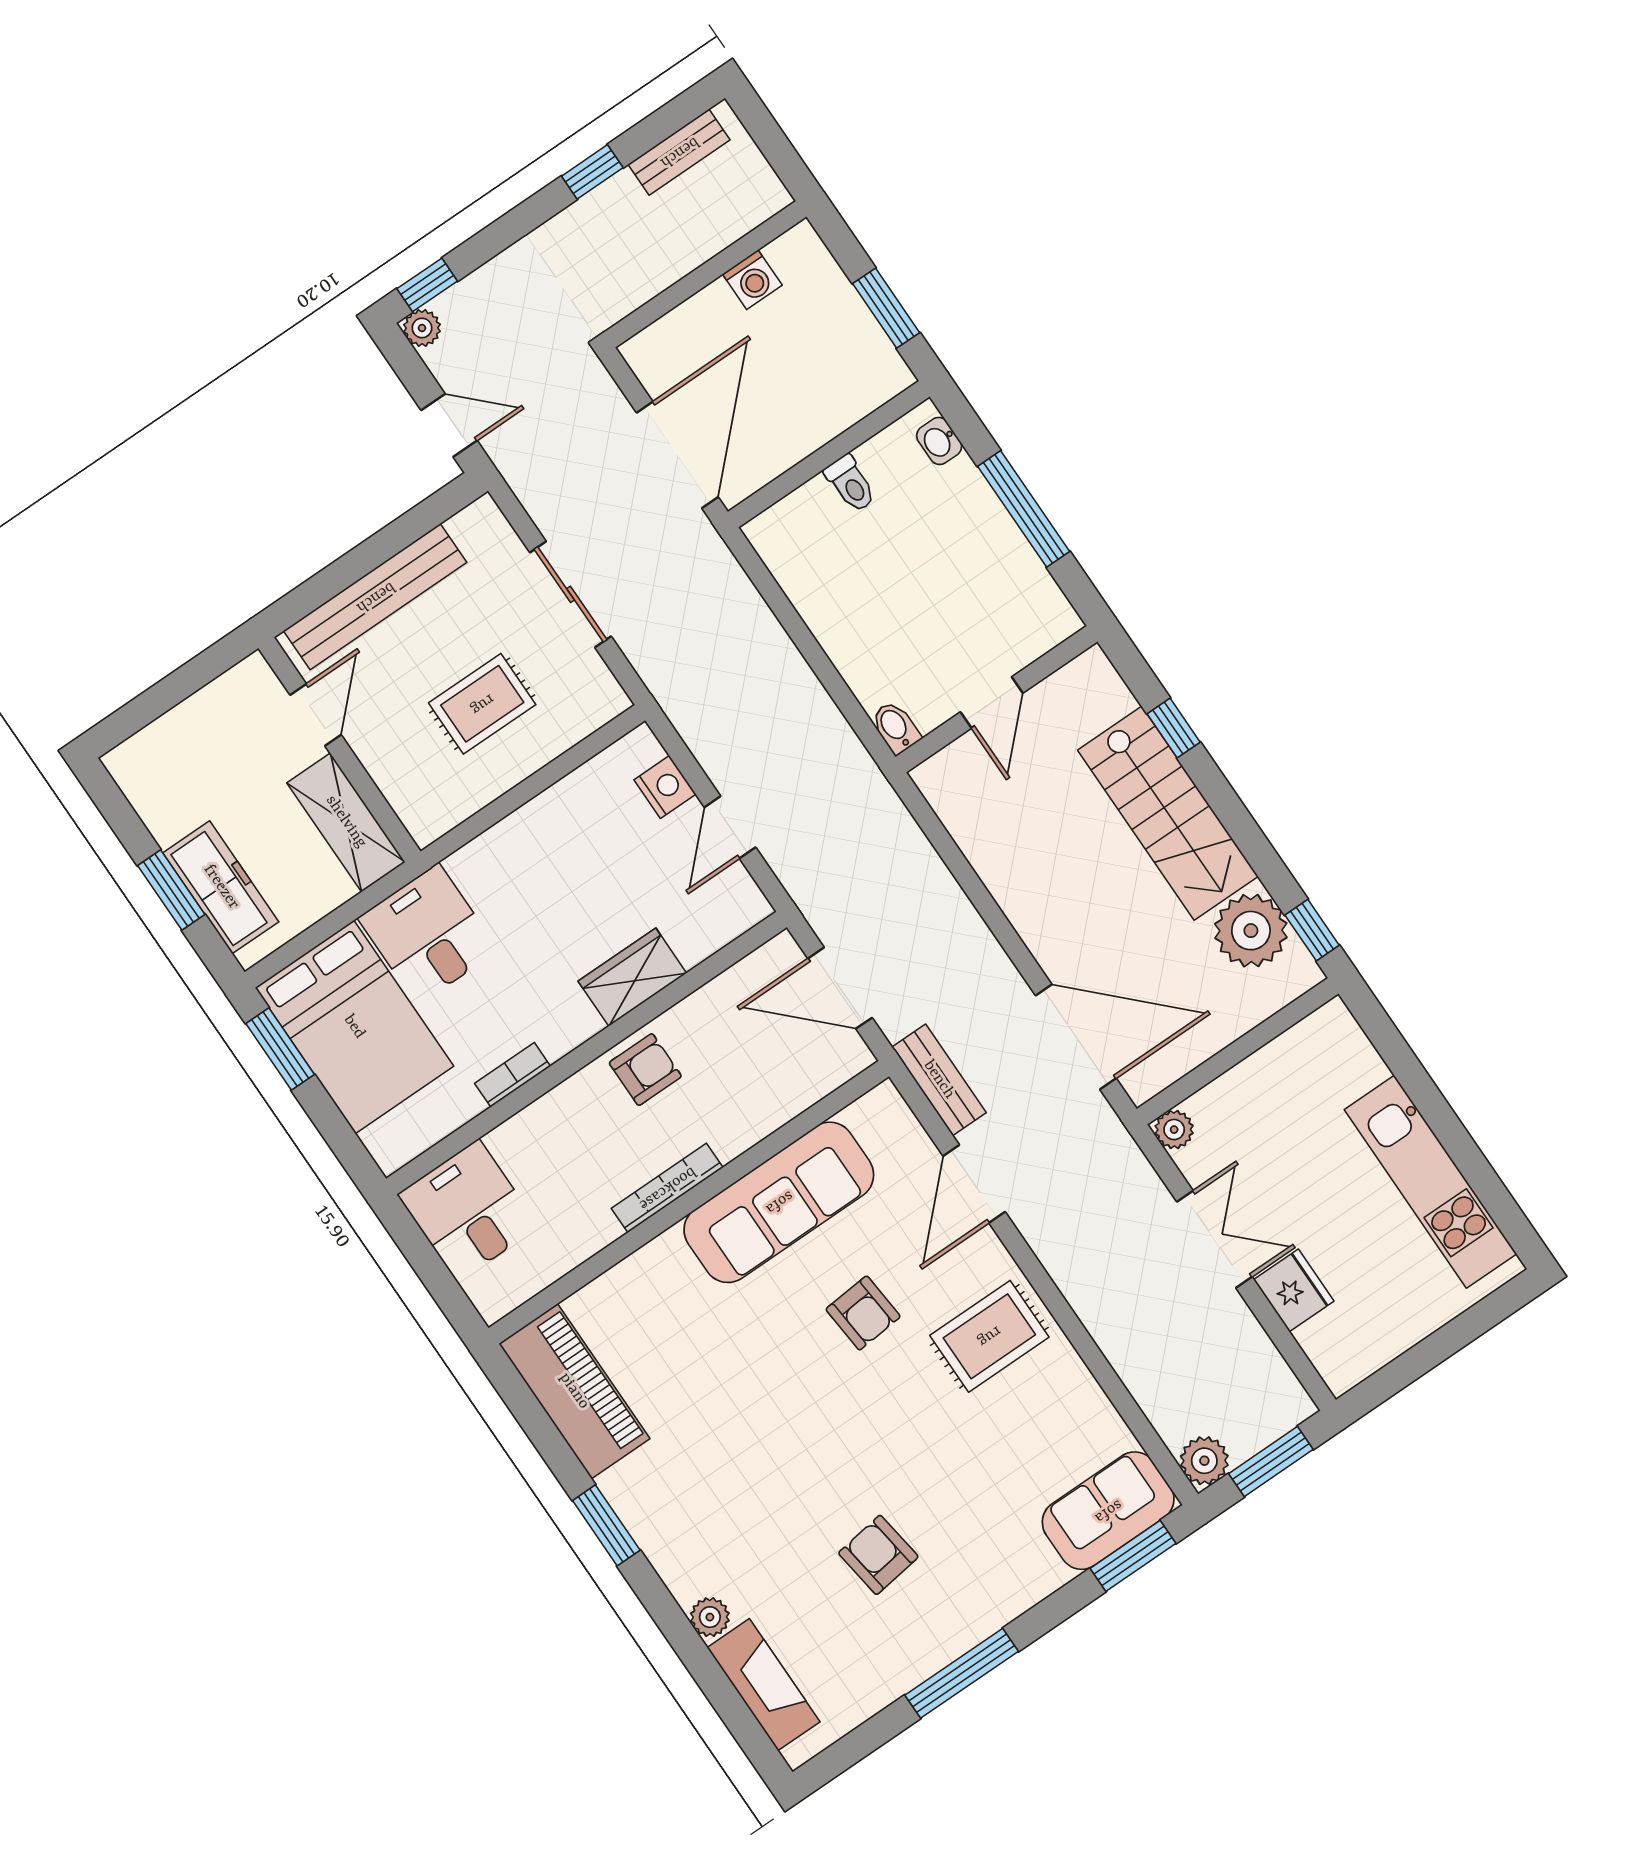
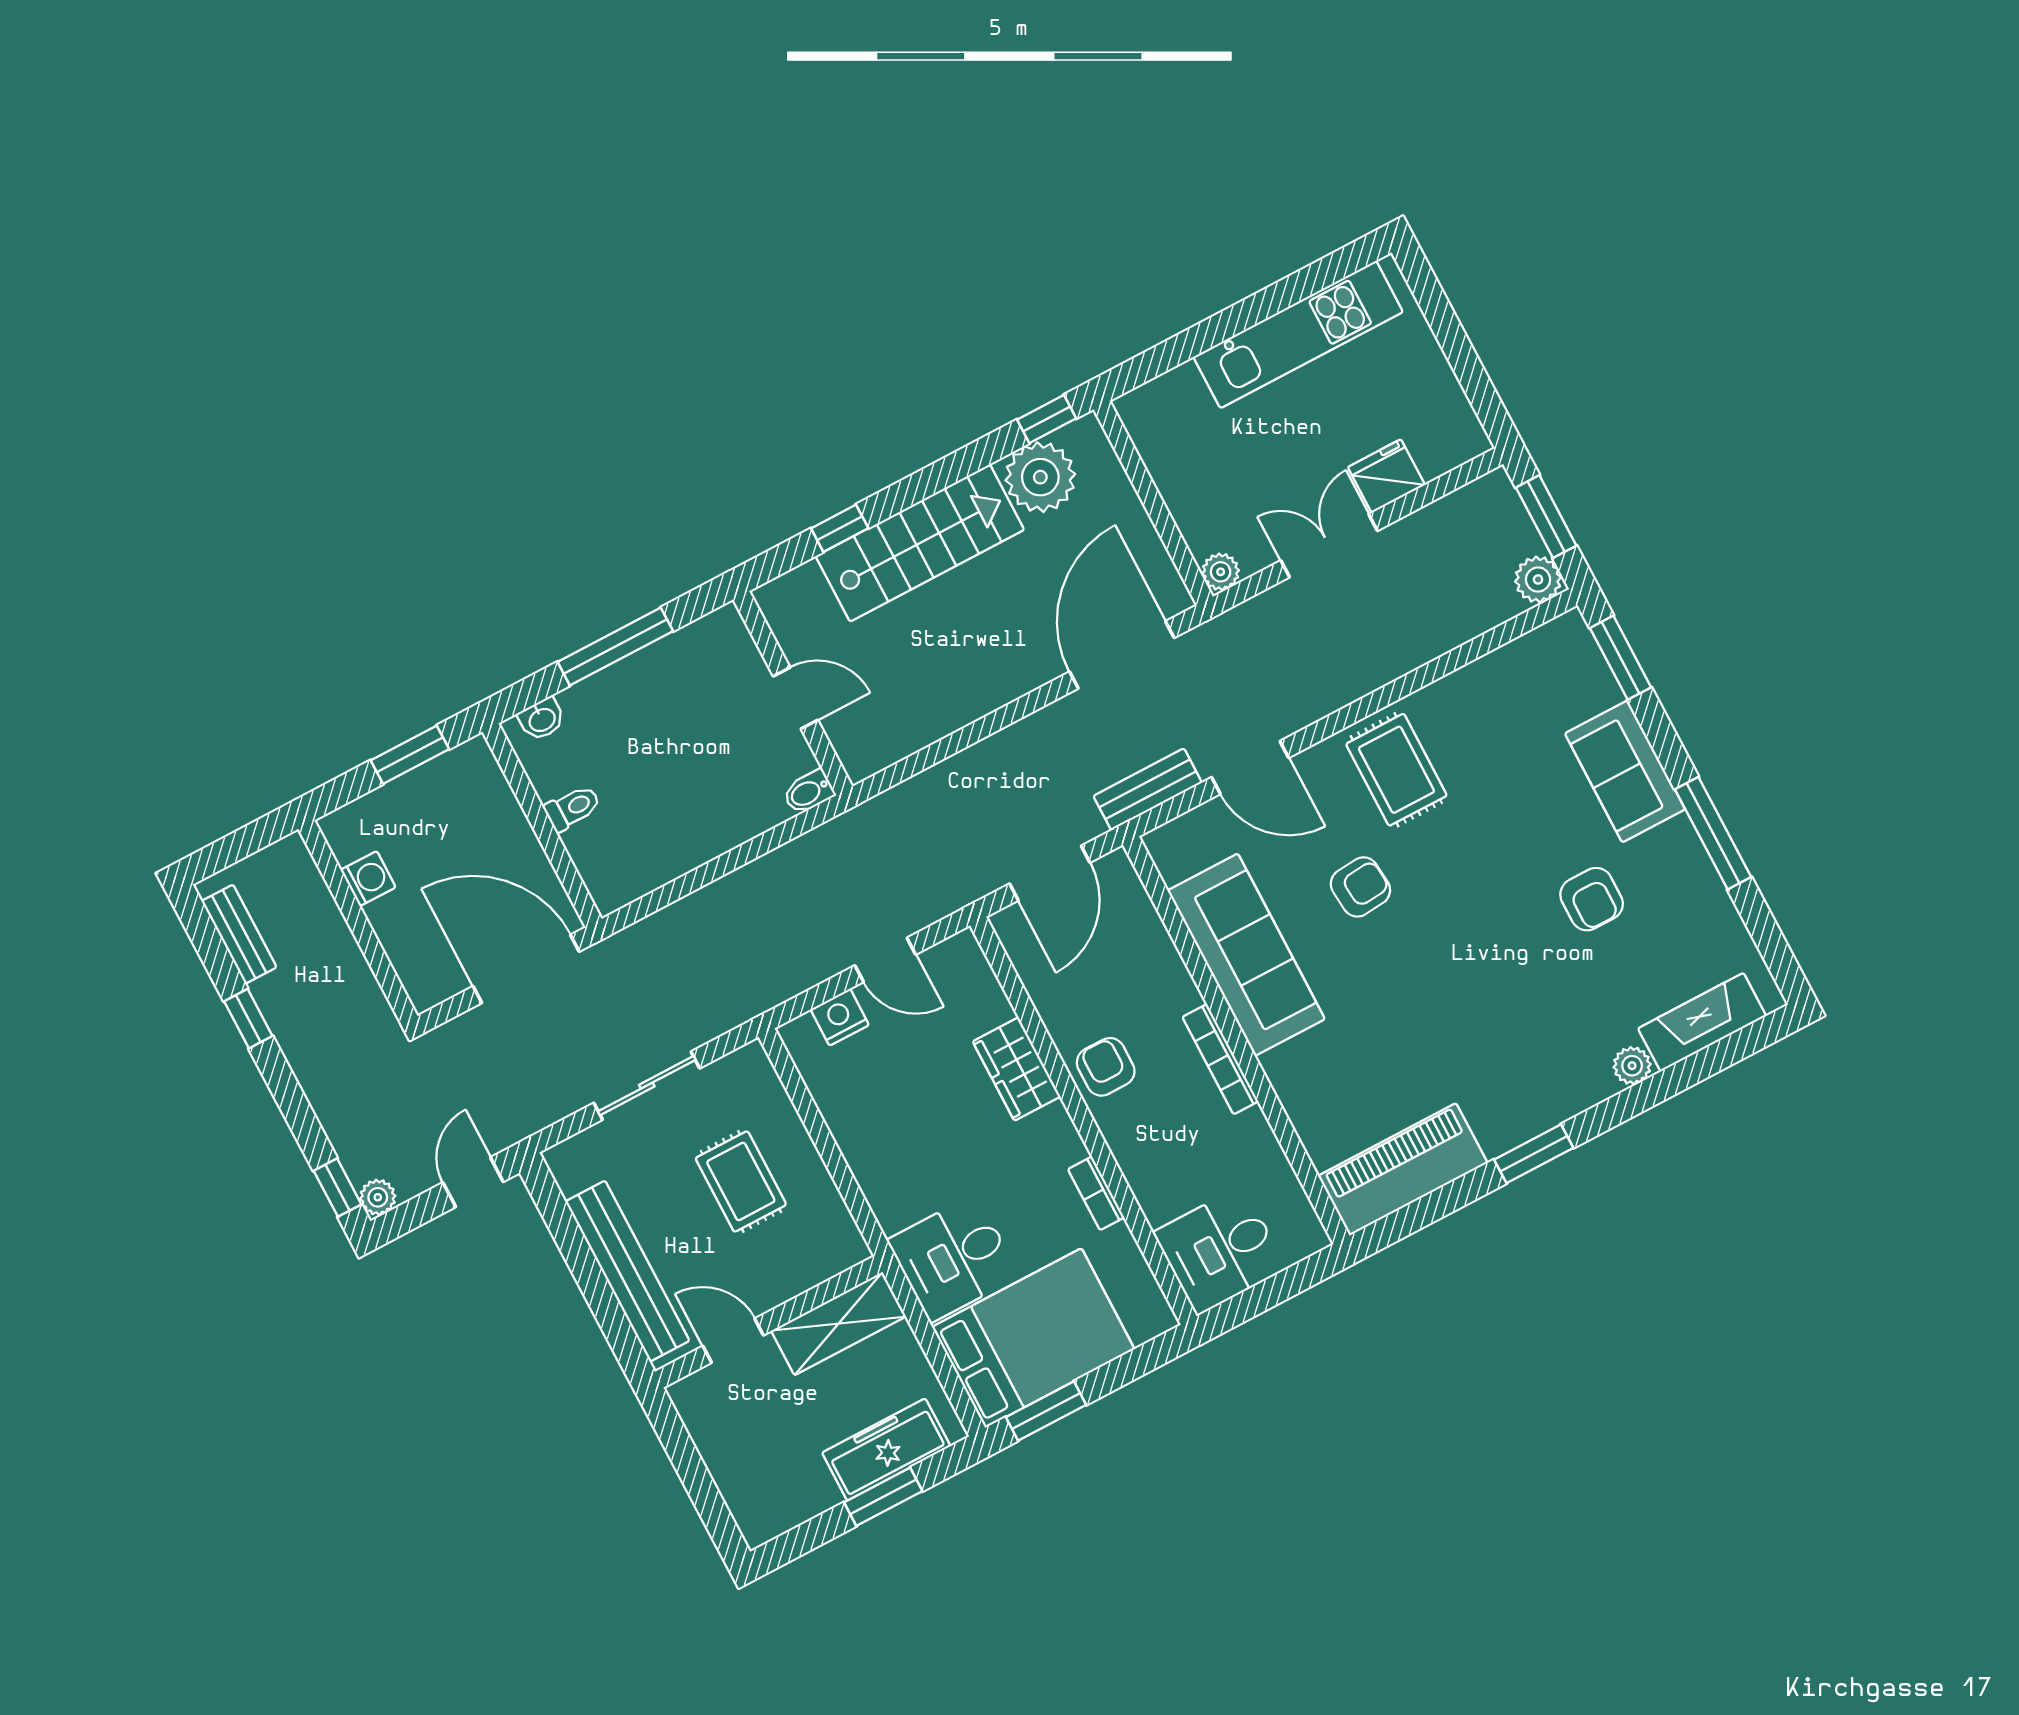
sofa: (1108, 1511) -> (1625, 771), moved
armchair: (878, 1555) -> (1592, 899), turned -82

